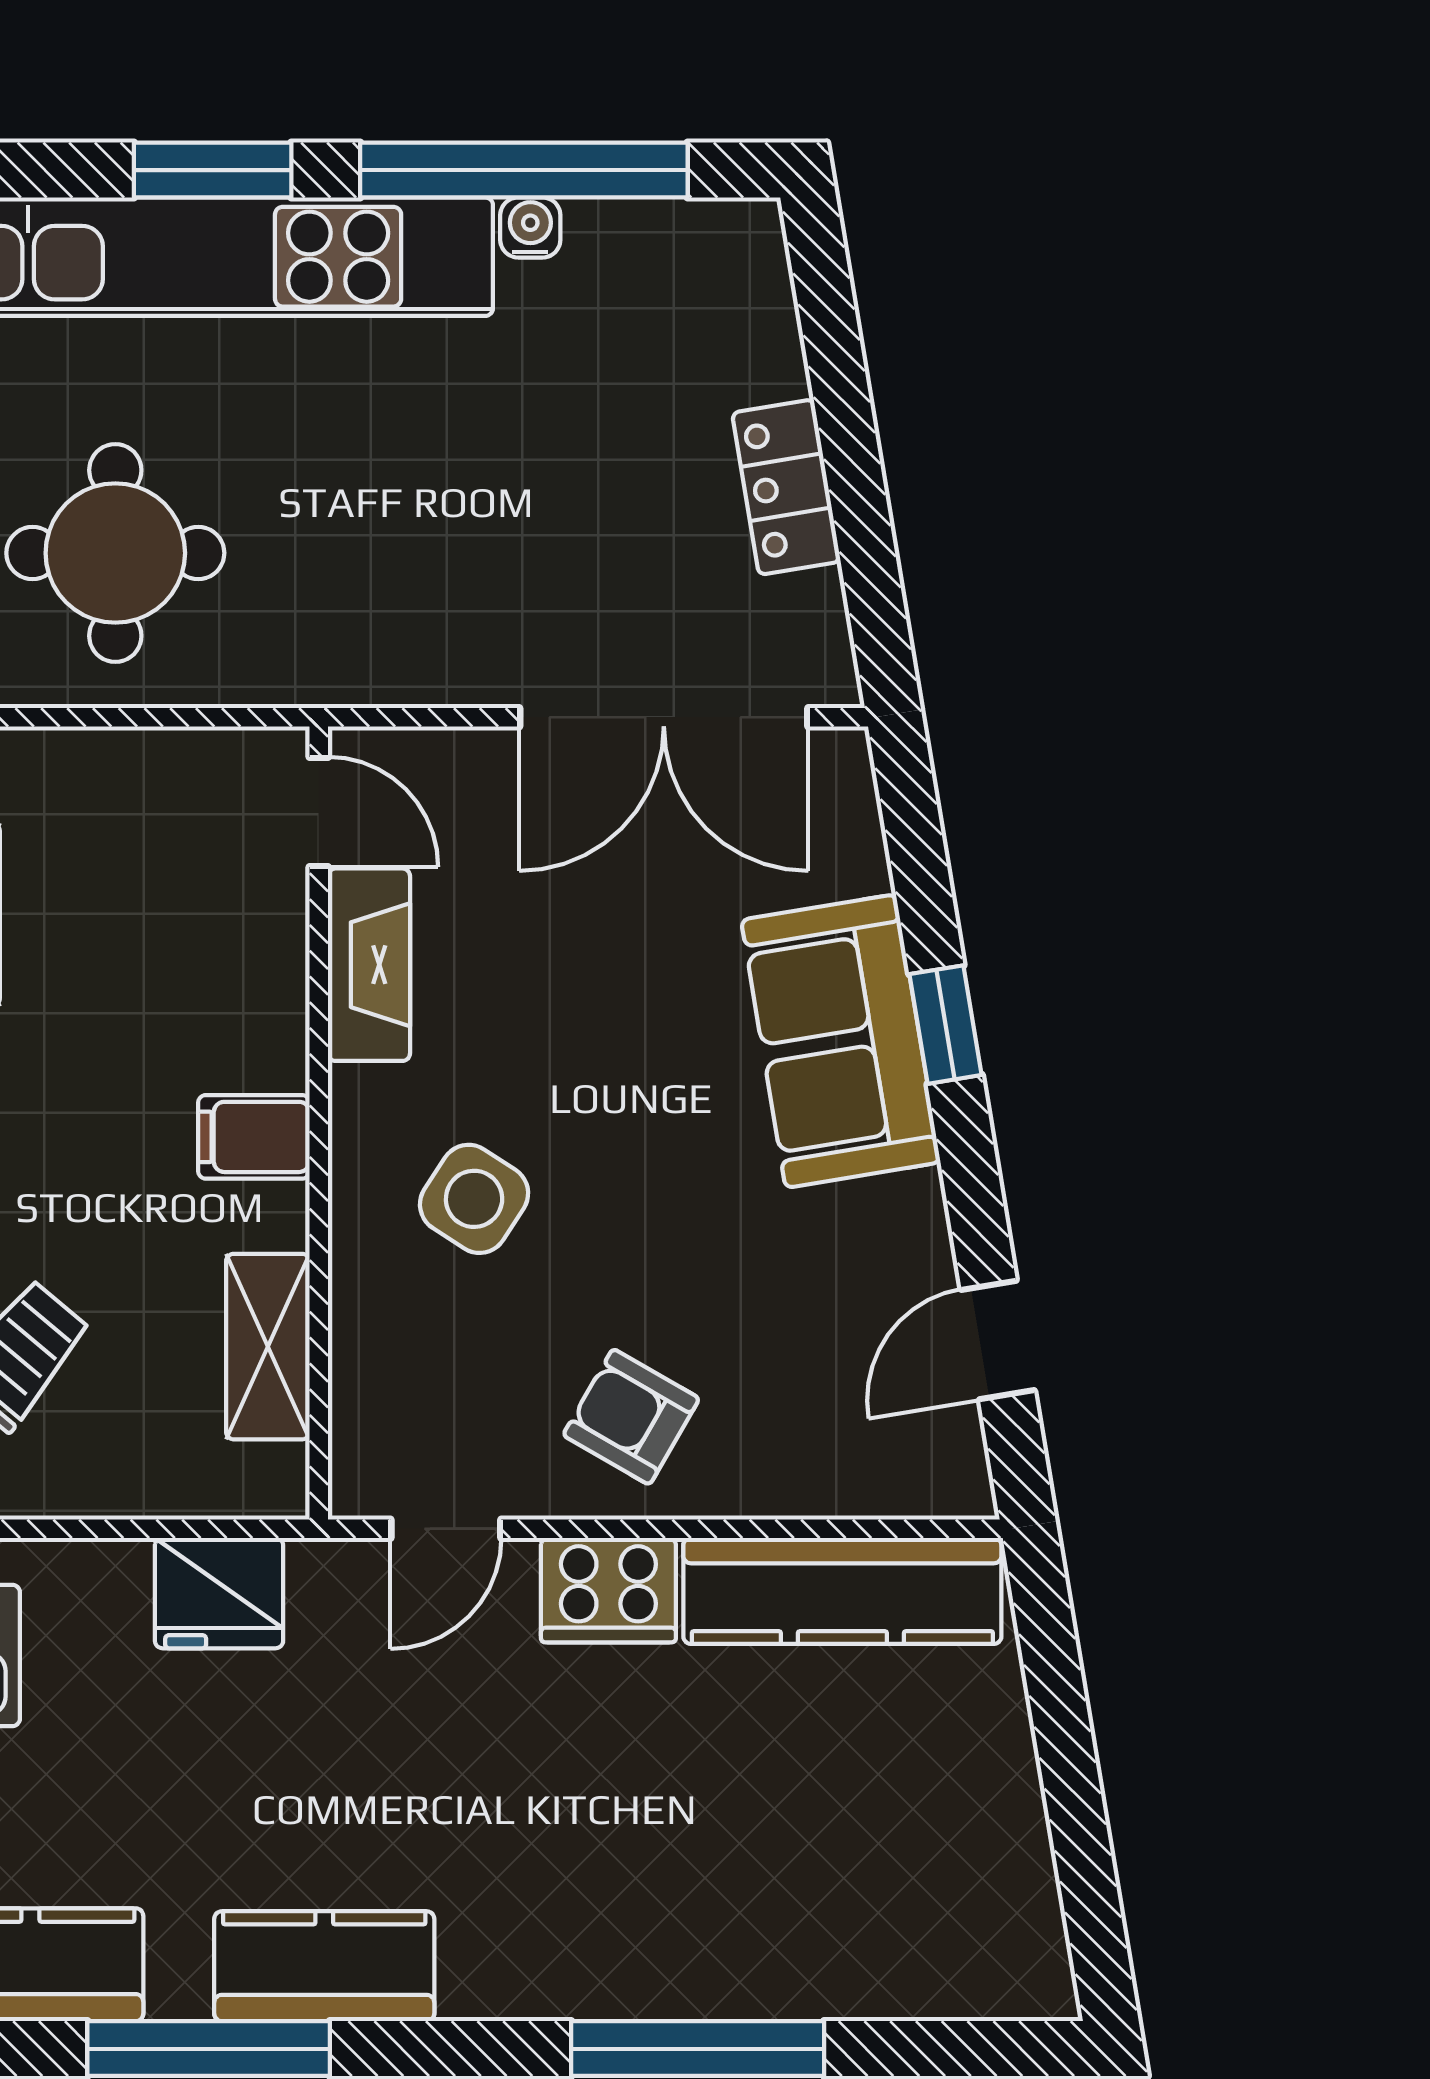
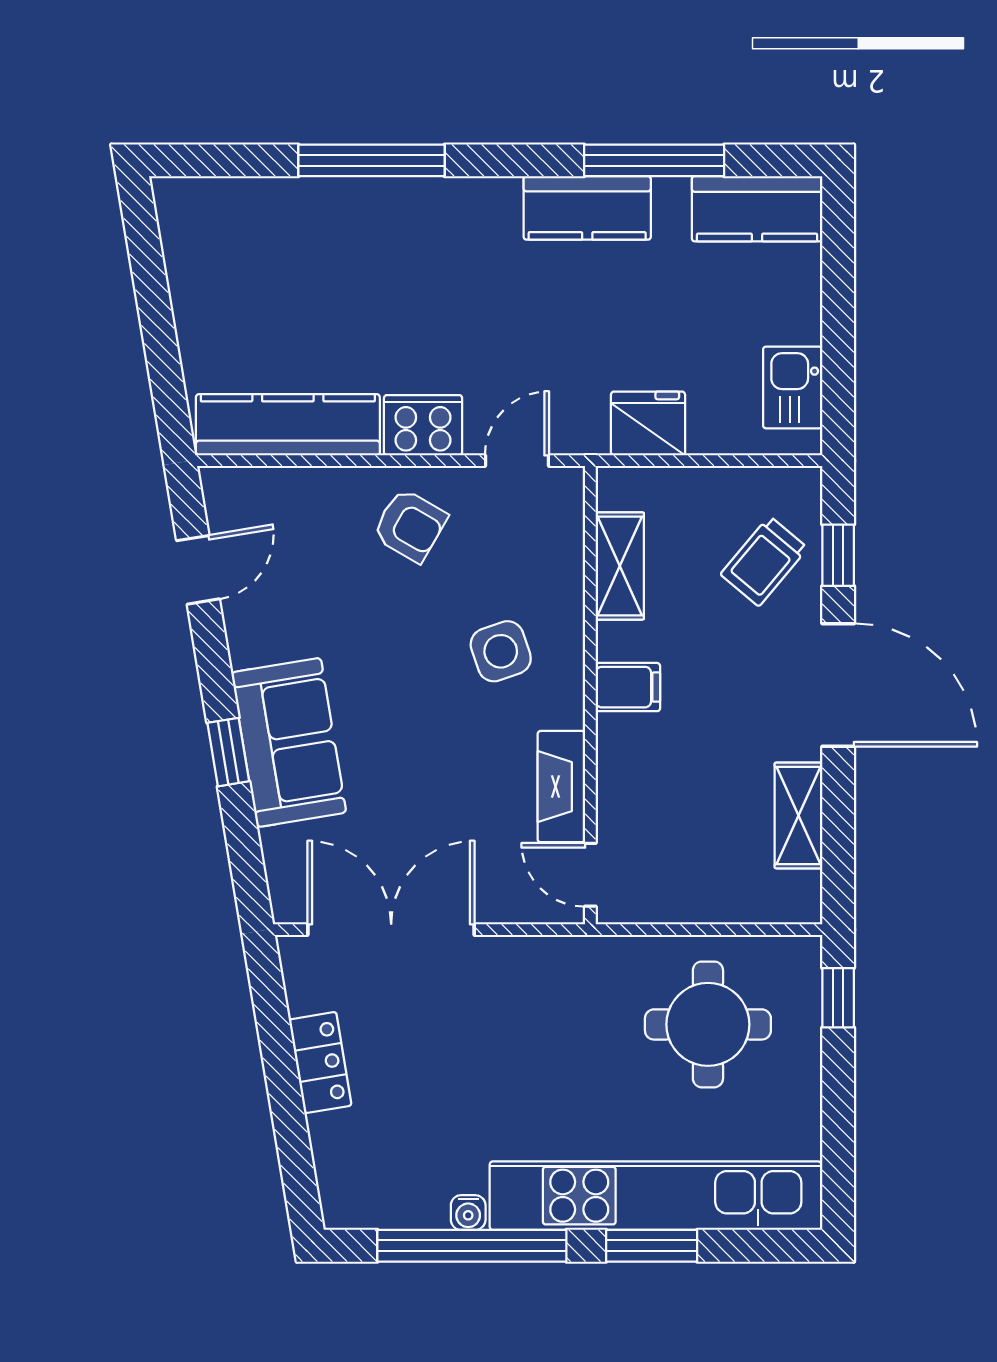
side table: (474, 1199) -> (501, 651), turned 38

